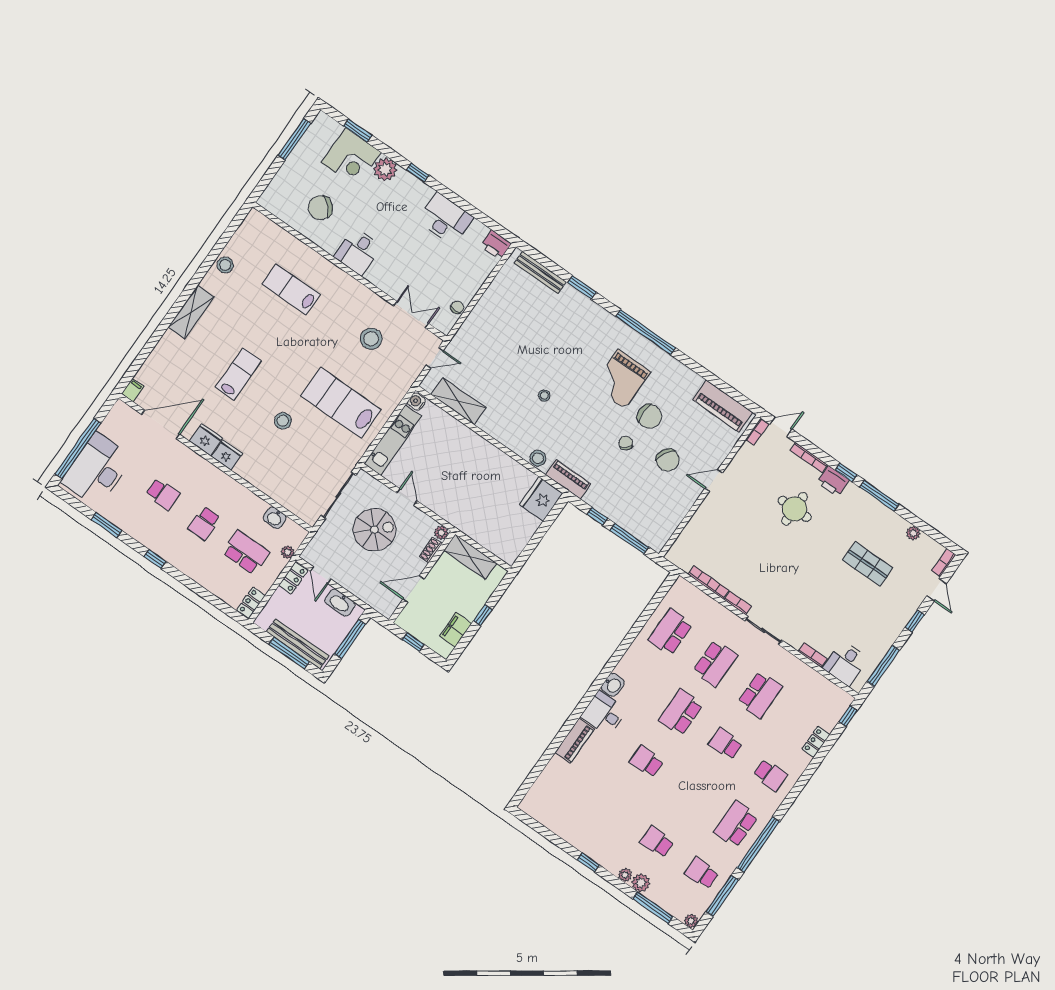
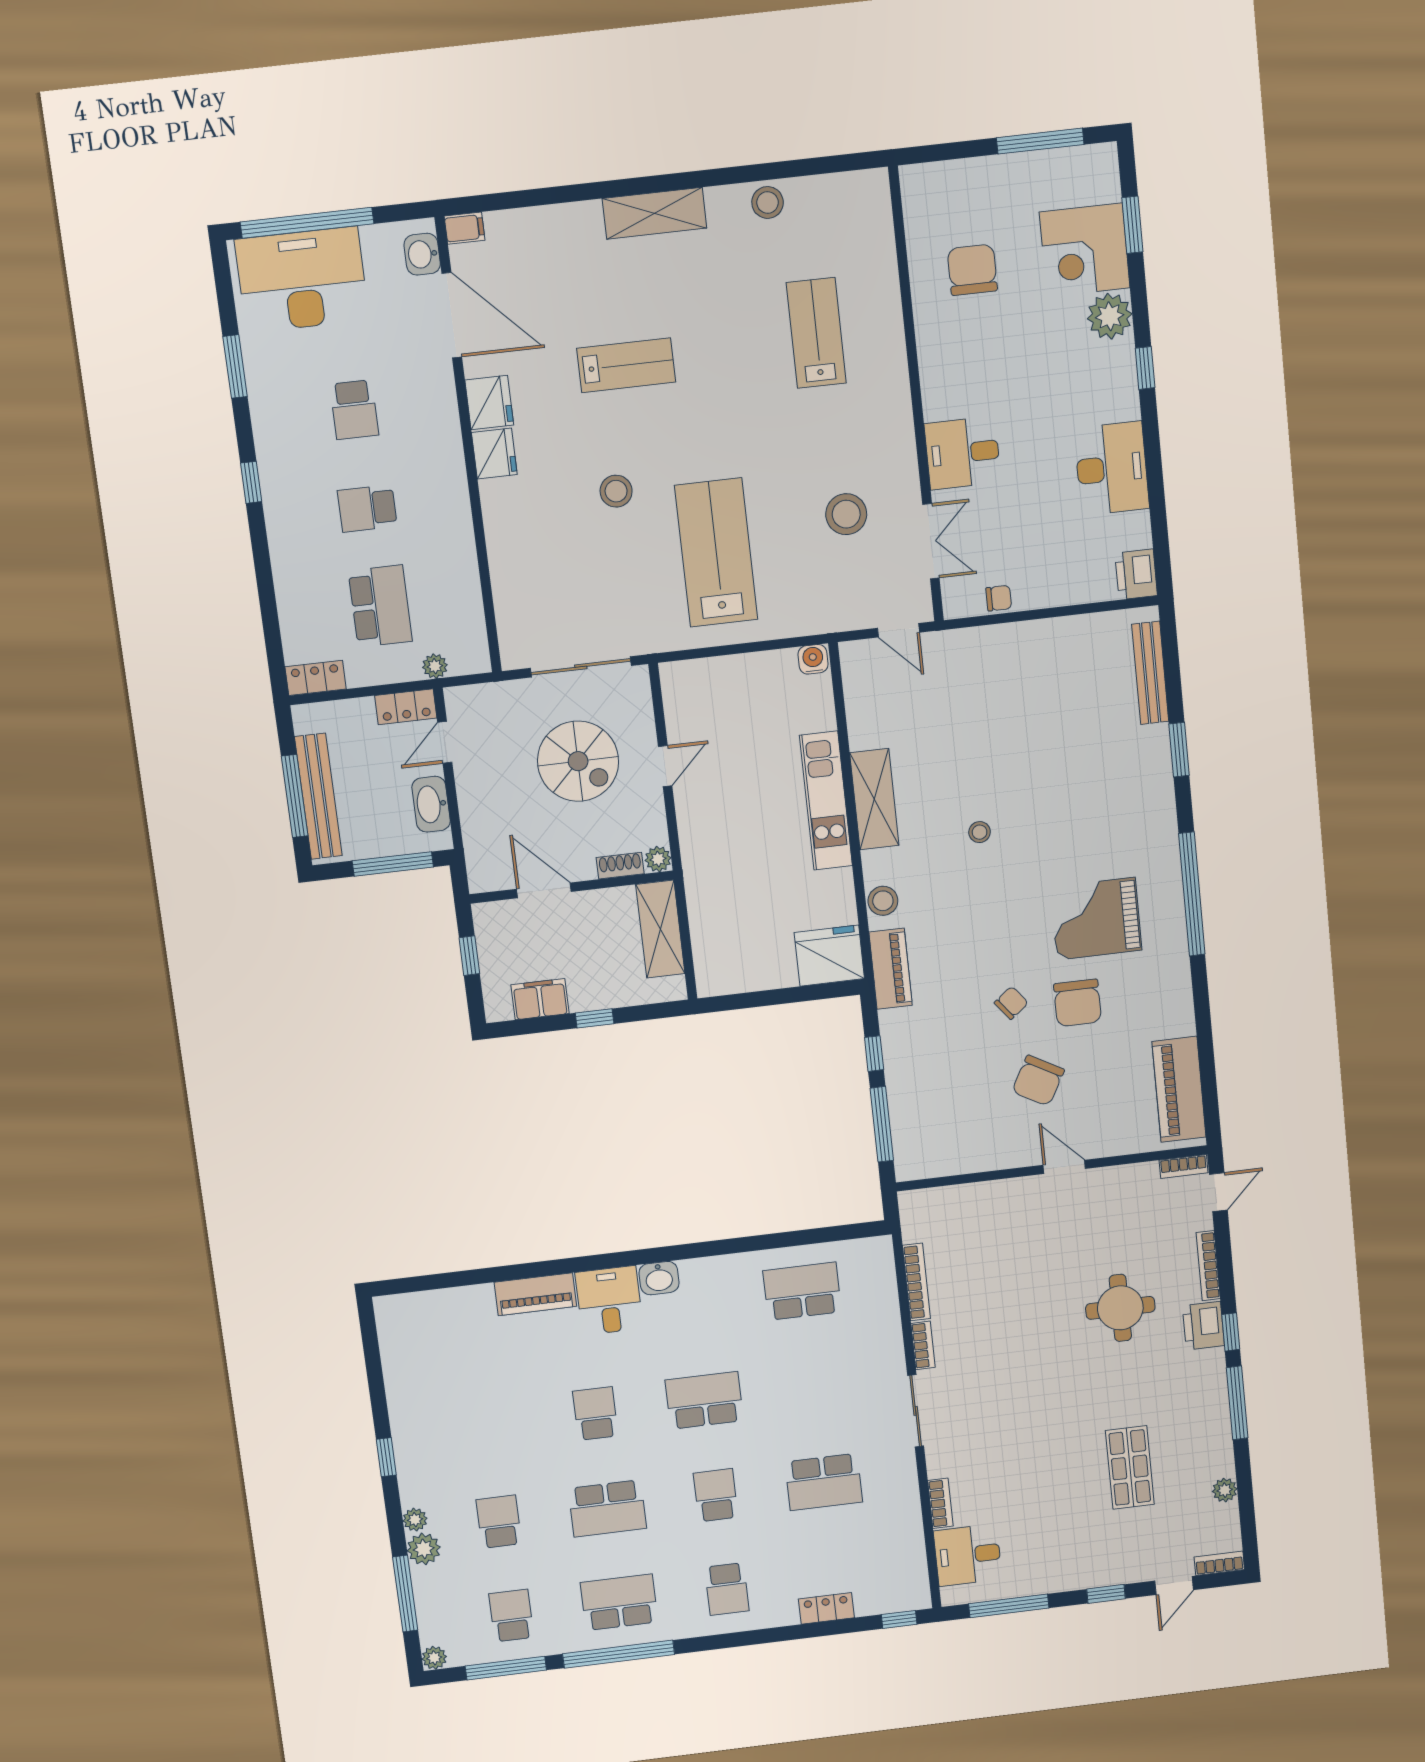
chair: (320, 208) -> (972, 270), turned 46
desk: (358, 252) -> (963, 453), moved
shelving: (458, 401) -> (874, 799), moved
door: (781, 427) -> (1218, 1192), hinge flipped
kitchen unit: (393, 440) -> (826, 801), moved, turned 90
washbasin: (275, 518) -> (422, 254), moved
school desk: (715, 663) -> (607, 1508), moved

